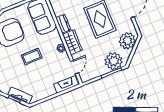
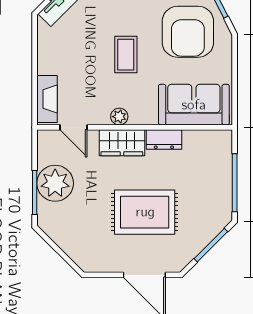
plant: (127, 41) -> (83, 248), removed
plant: (114, 61) -> (55, 183), moved

